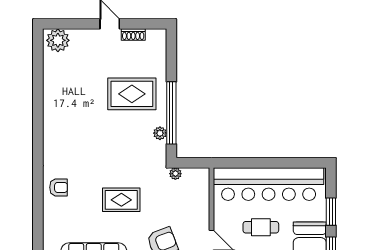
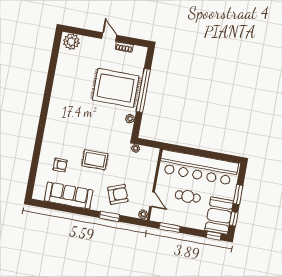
rug: (132, 94) -> (116, 88), width x1.37, depth x1.44
window: (171, 113) -> (143, 90), moved
armchair: (59, 187) -> (60, 165), moved

